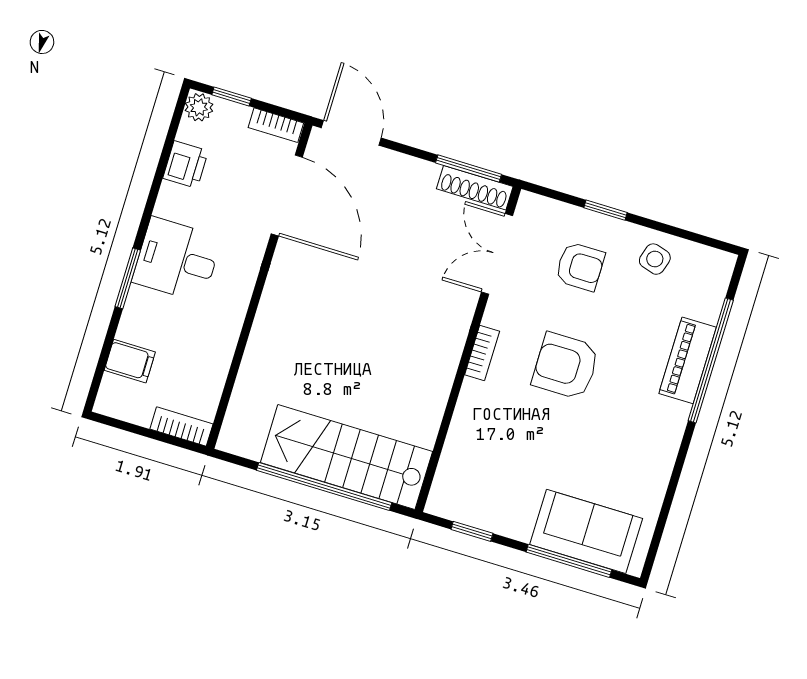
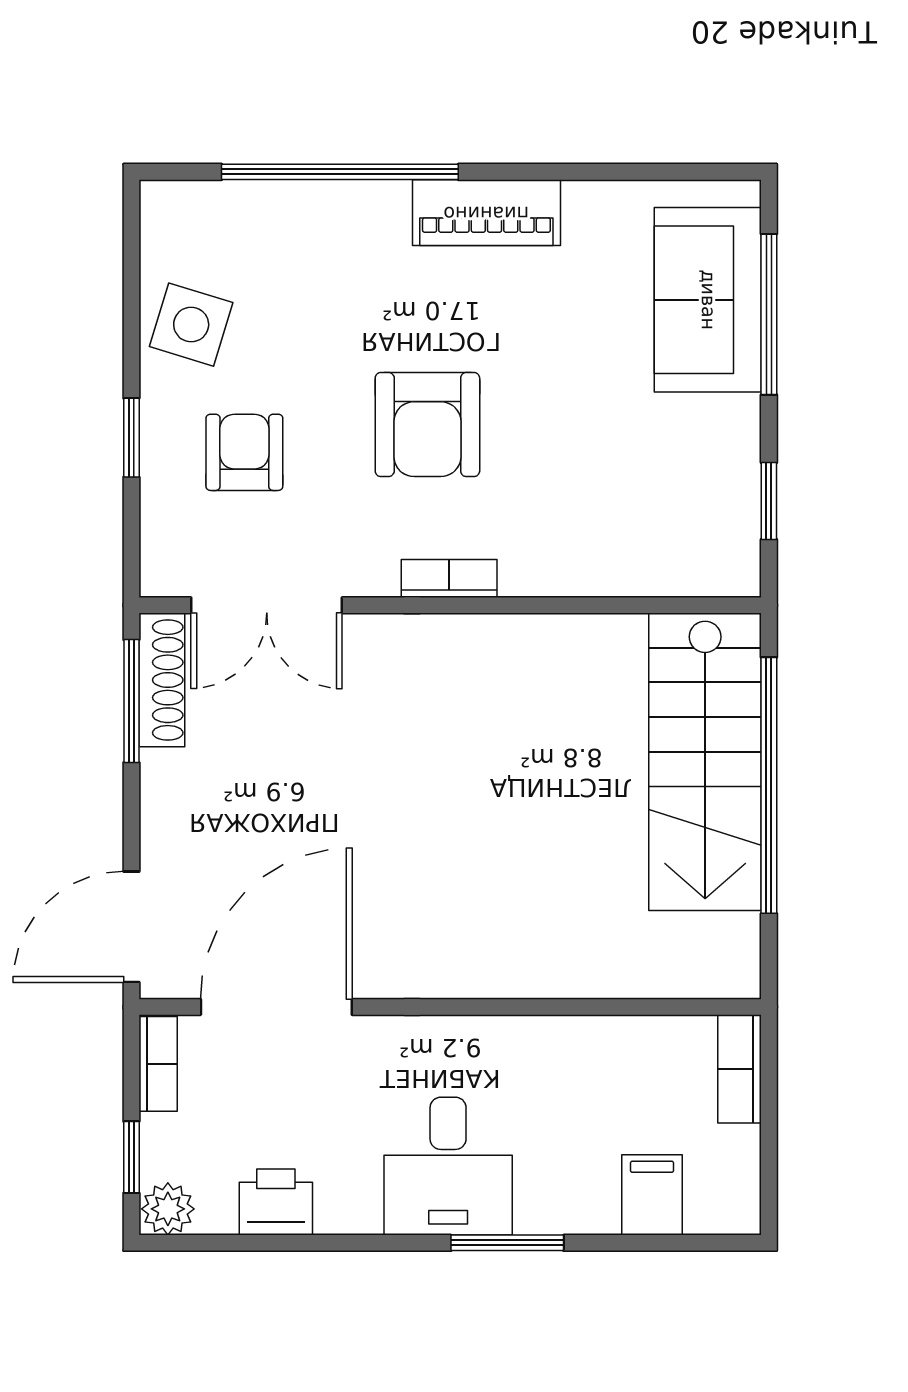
side table: (655, 259) -> (191, 325), width x1.37, depth x1.37
piano: (688, 360) -> (486, 213), moved

